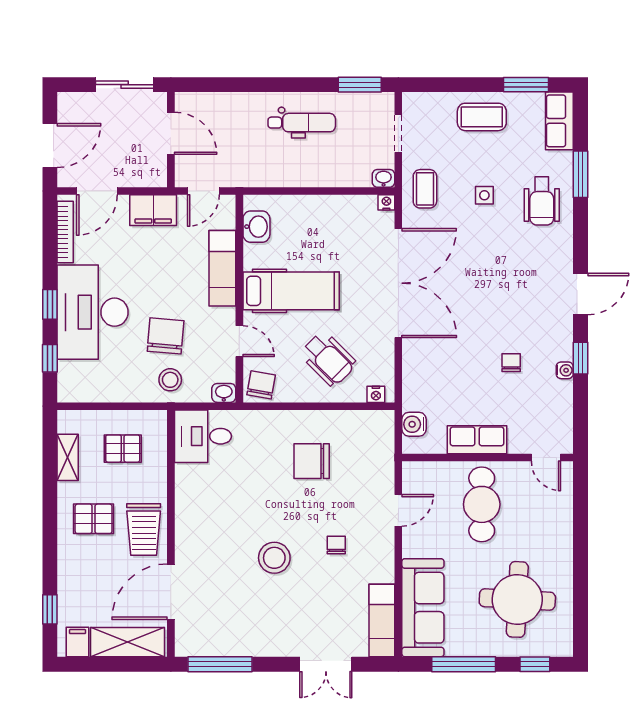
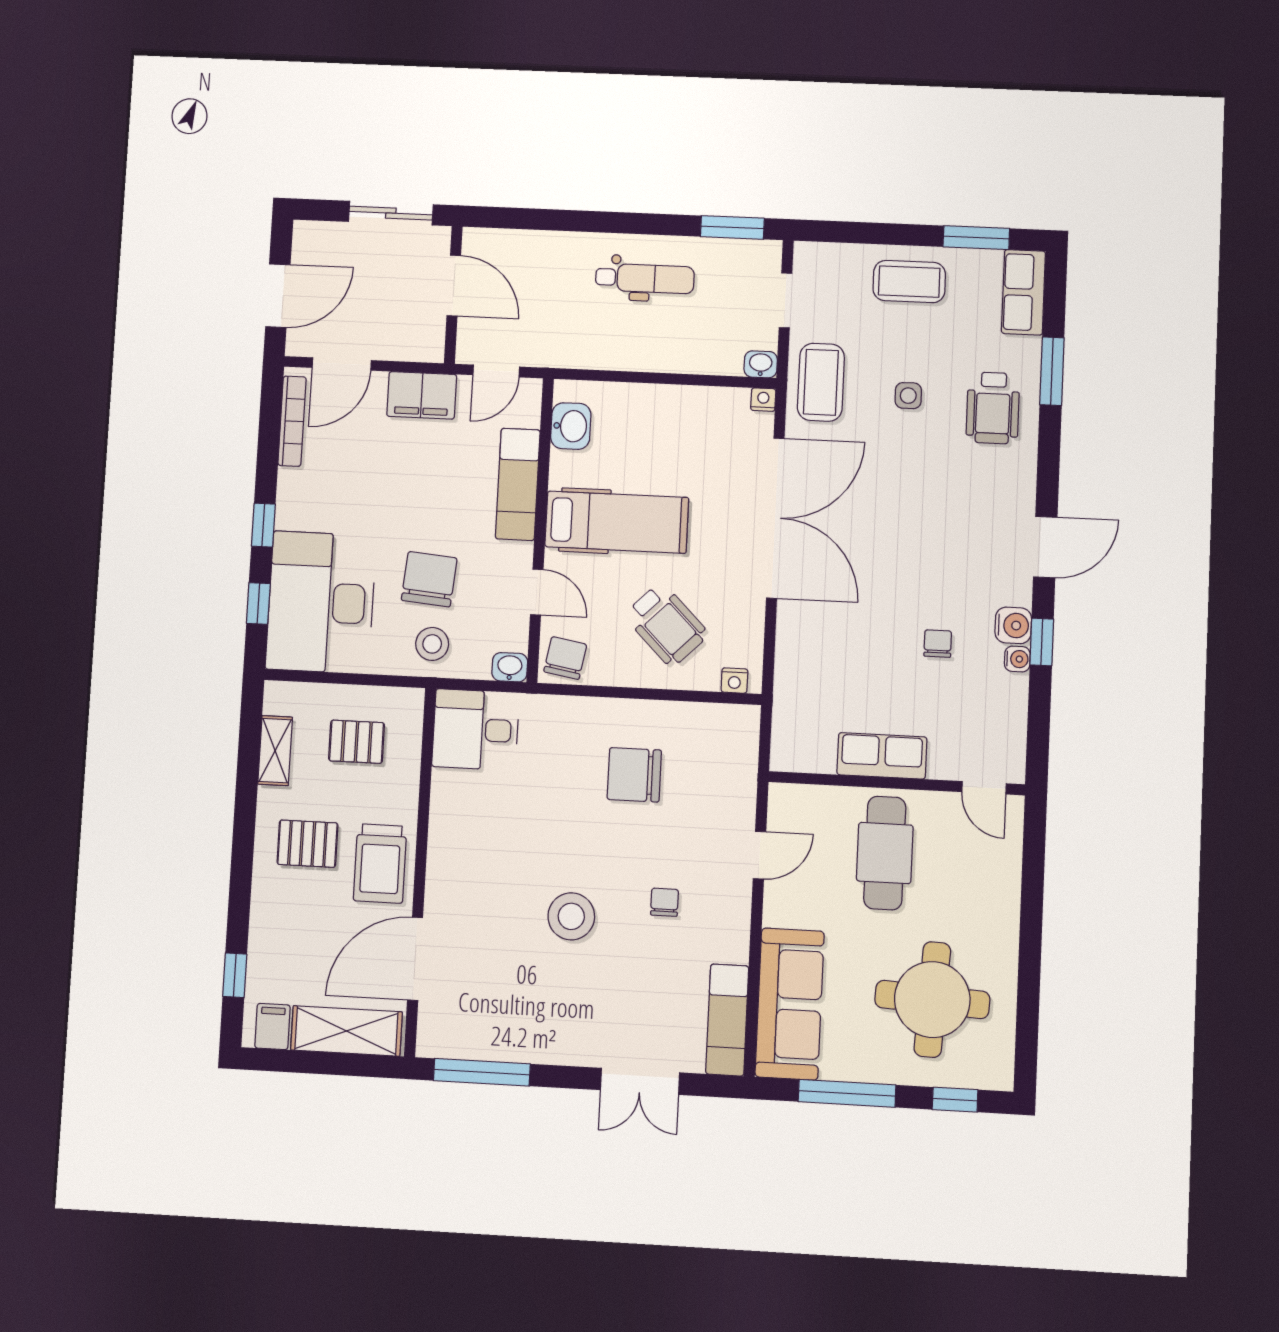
coffee table: (425, 189) -> (821, 382), width x1.36, depth x1.30
desk: (93, 312) -> (321, 602), moved
water cooler: (414, 424) -> (1013, 625), moved, turned 180

